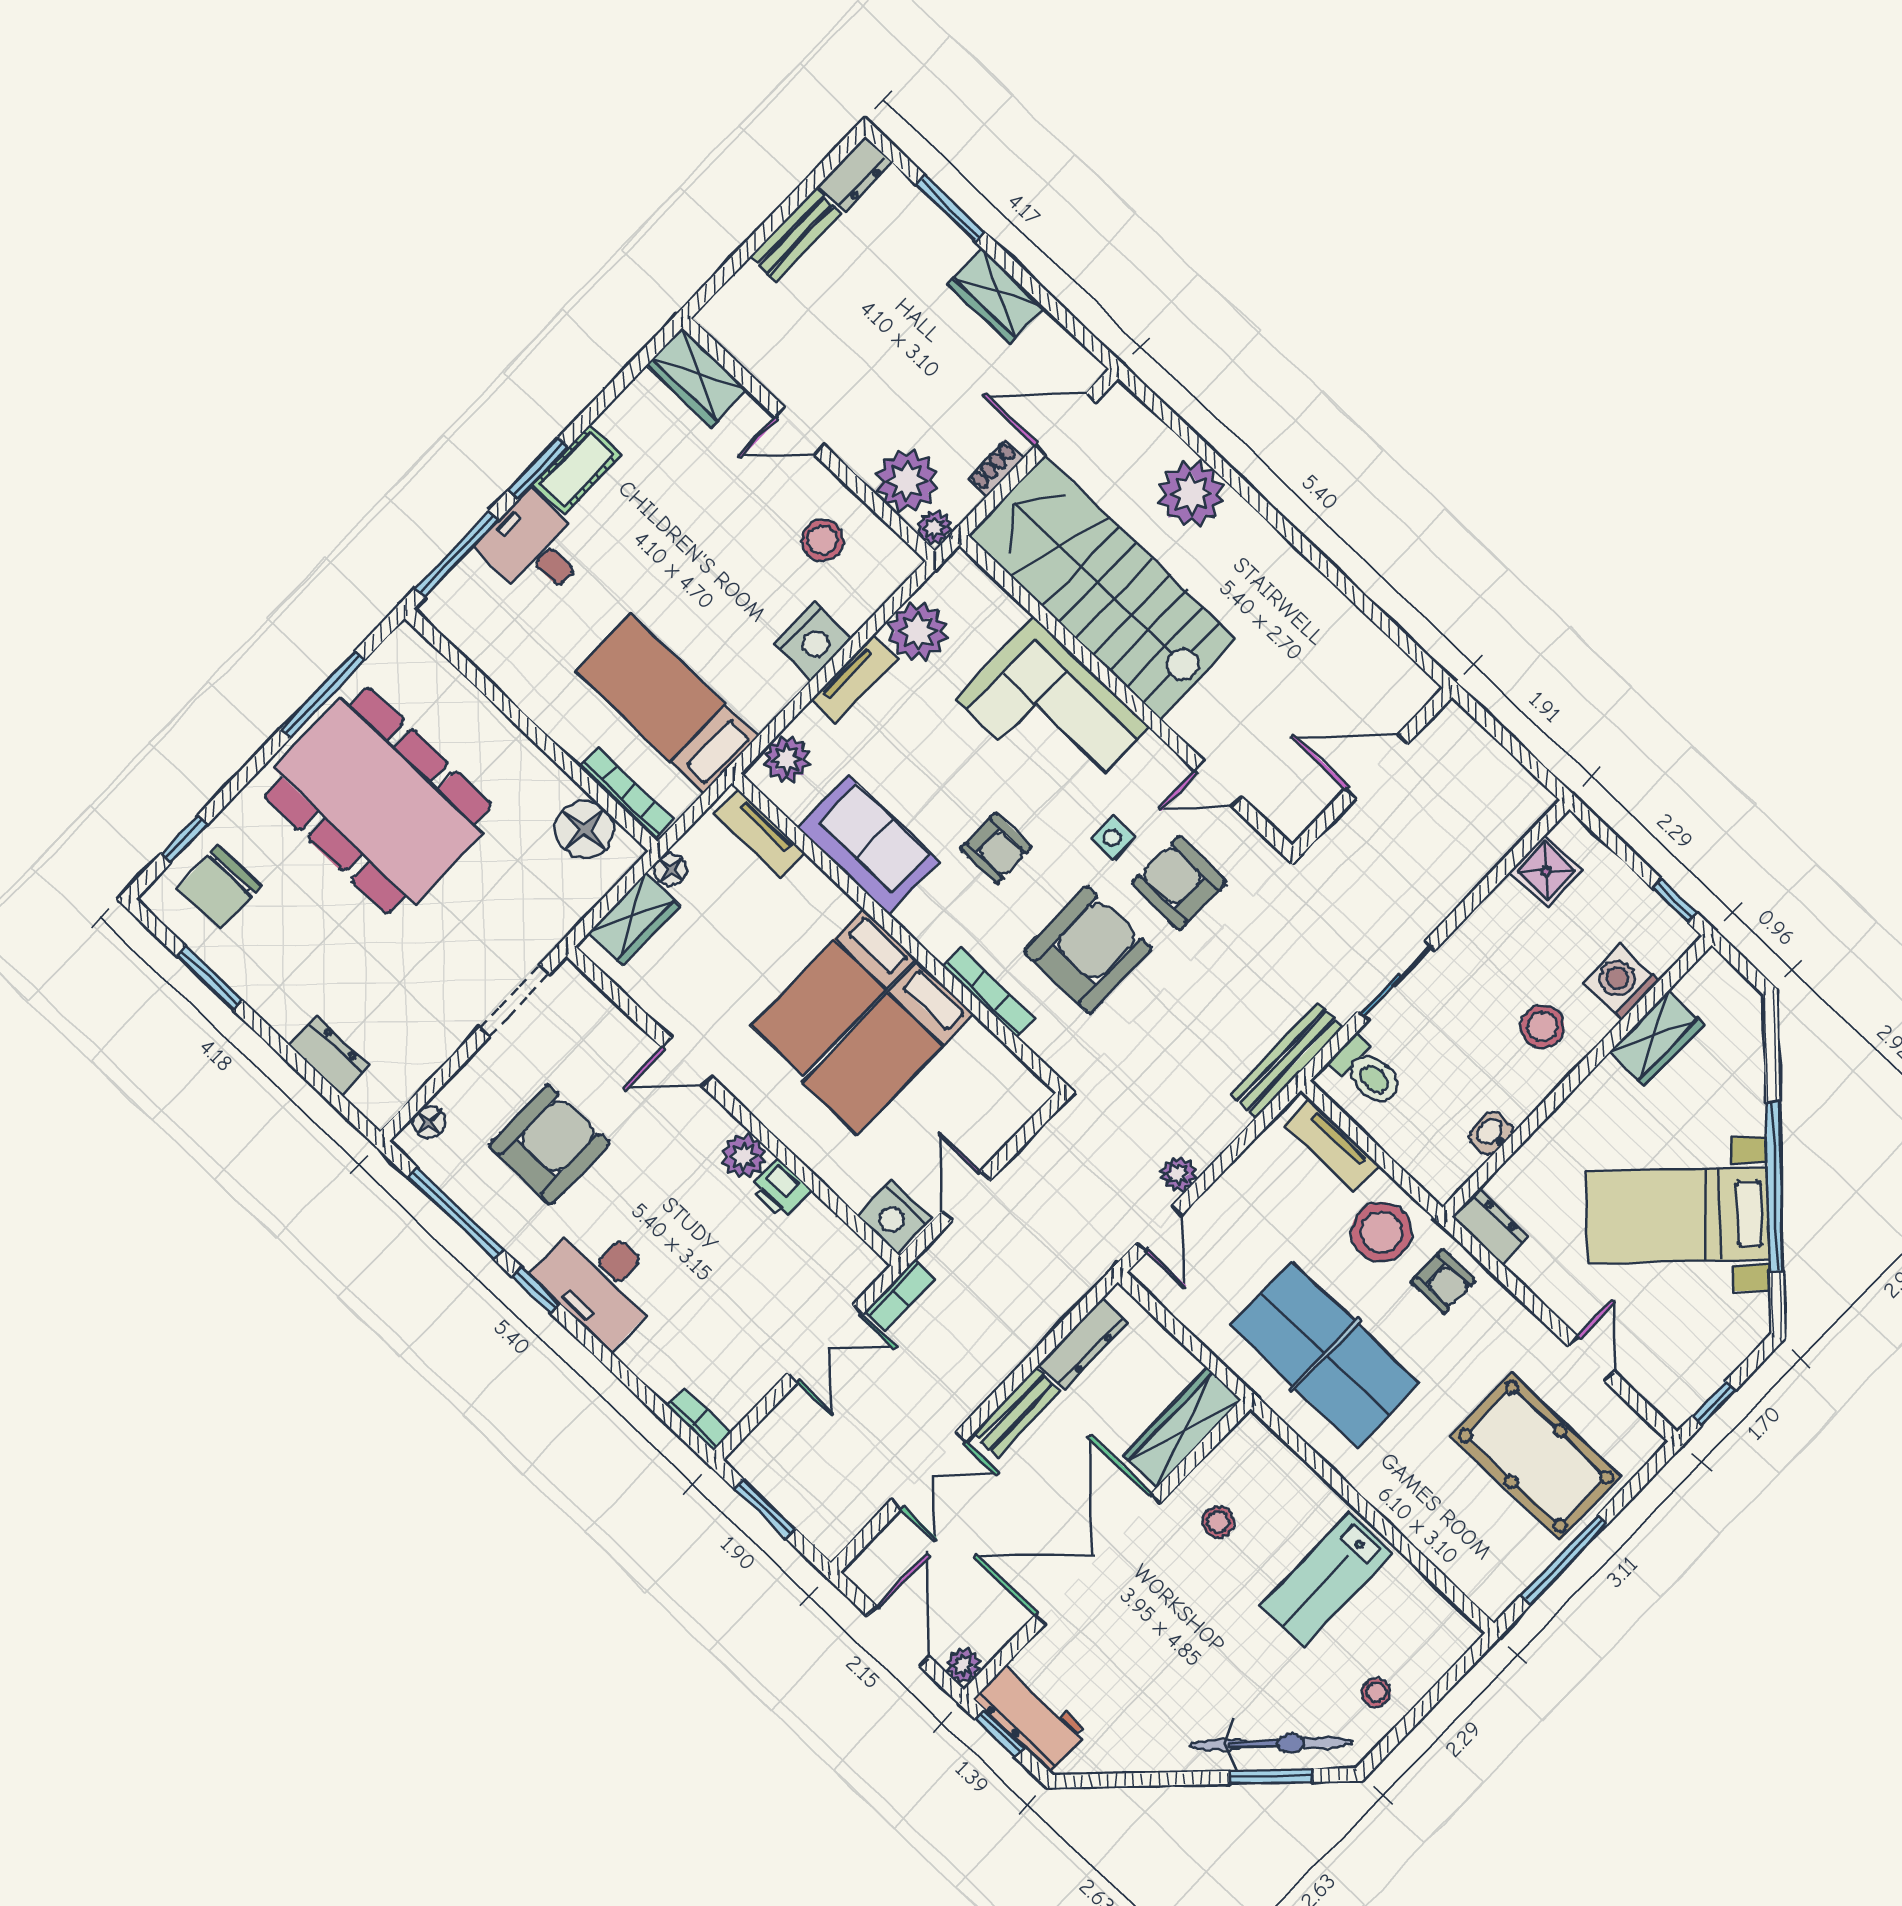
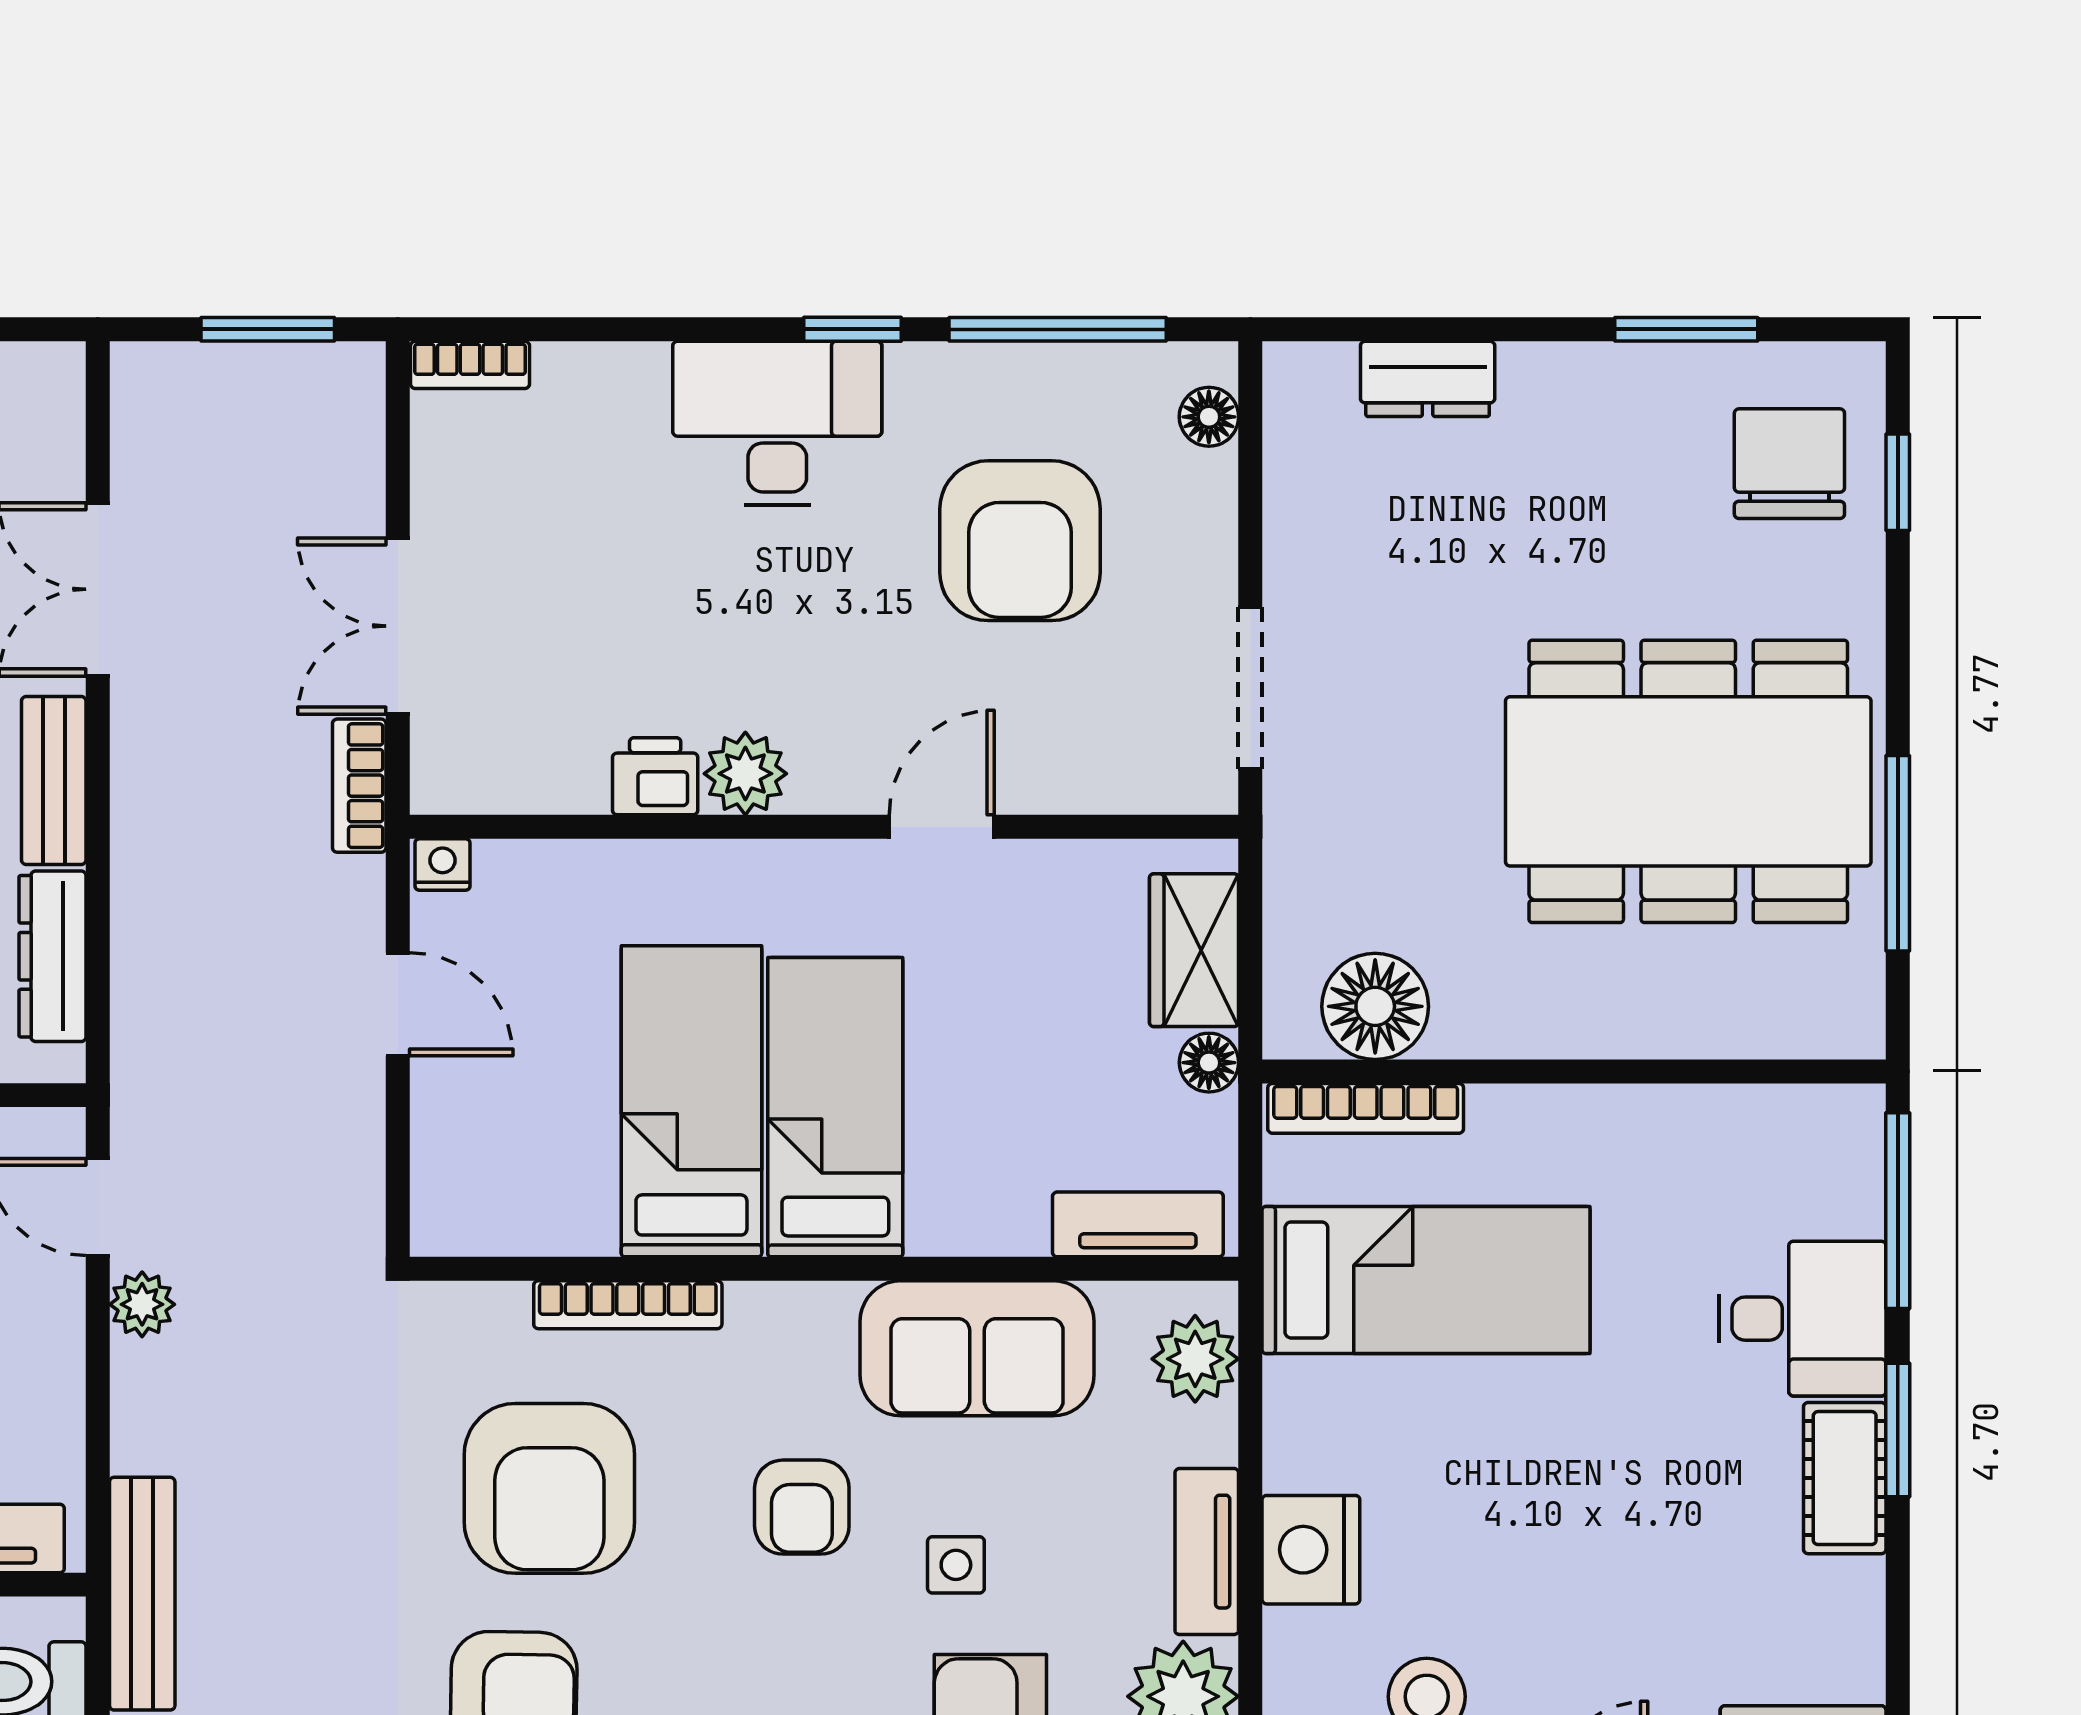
side table: (1113, 838) -> (956, 1565), moved
armchair: (996, 848) -> (802, 1507), turned -90
nightstand: (895, 1217) -> (442, 864), width x0.53, depth x0.56

